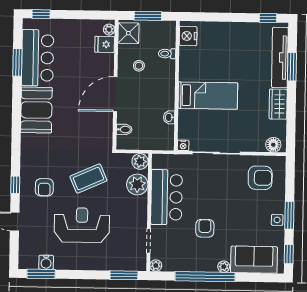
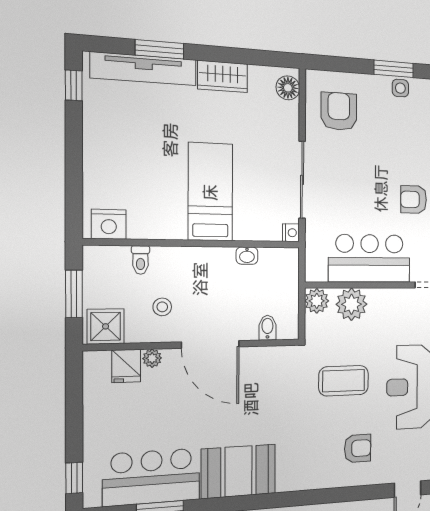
plant: (109, 30) -> (152, 358), moved
coffee table: (88, 179) -> (344, 381), turned -66
window: (15, 185) -> (354, 494), removed

